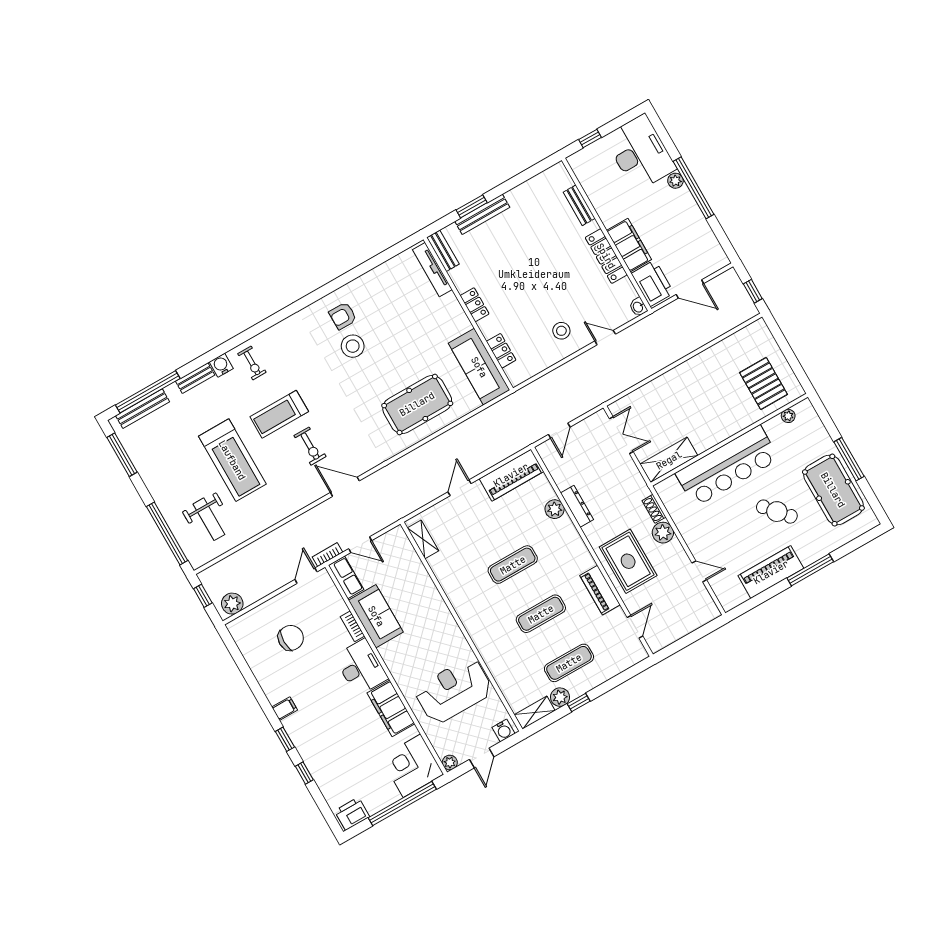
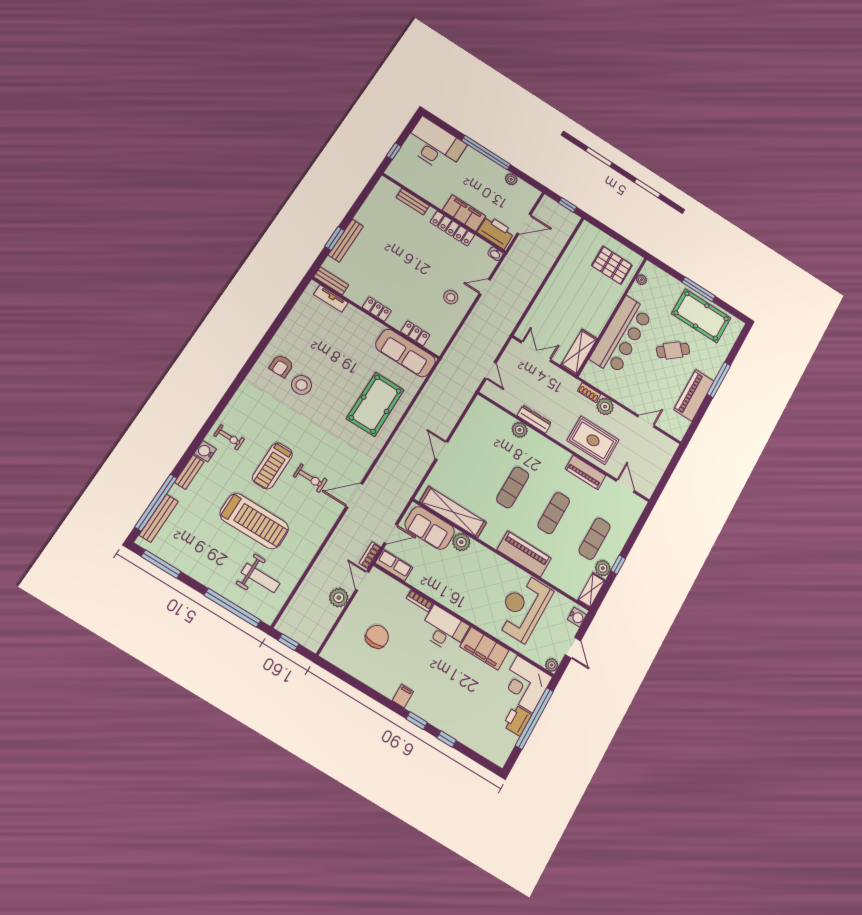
plant: (675, 181) -> (511, 179), moved
tv unit: (432, 270) -> (331, 298), width x0.71
piano: (511, 475) -> (524, 554), moved, turned -90
shelving: (423, 539) -> (453, 512), width x2.20, depth x1.33
plant: (427, 591) -> (461, 542), added
plant: (232, 604) -> (339, 598), moved
sofa: (376, 616) -> (430, 528), moved, turned 180
printer: (352, 814) -> (517, 720), moved

